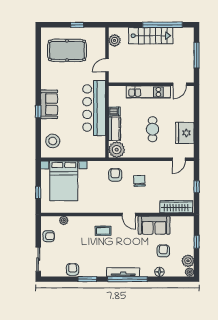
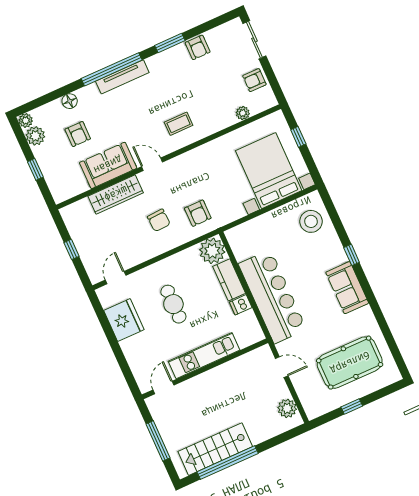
stairs: (151, 36) -> (215, 449), moved
door: (107, 65) -> (282, 367), hinge flipped
sofa: (49, 104) -> (347, 288), moved
wardrobe: (176, 207) -> (116, 194), moved

